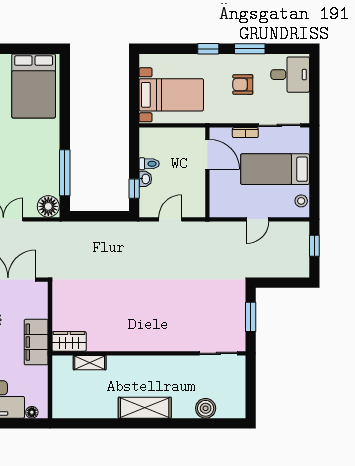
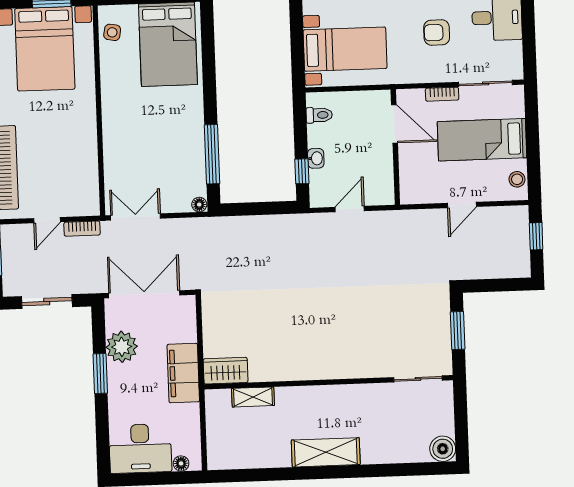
toilet: (149, 164) -> (319, 115), moved
floor lamp: (48, 206) -> (199, 205), width x0.53, depth x0.53
boiler: (206, 408) -> (443, 449), moved

